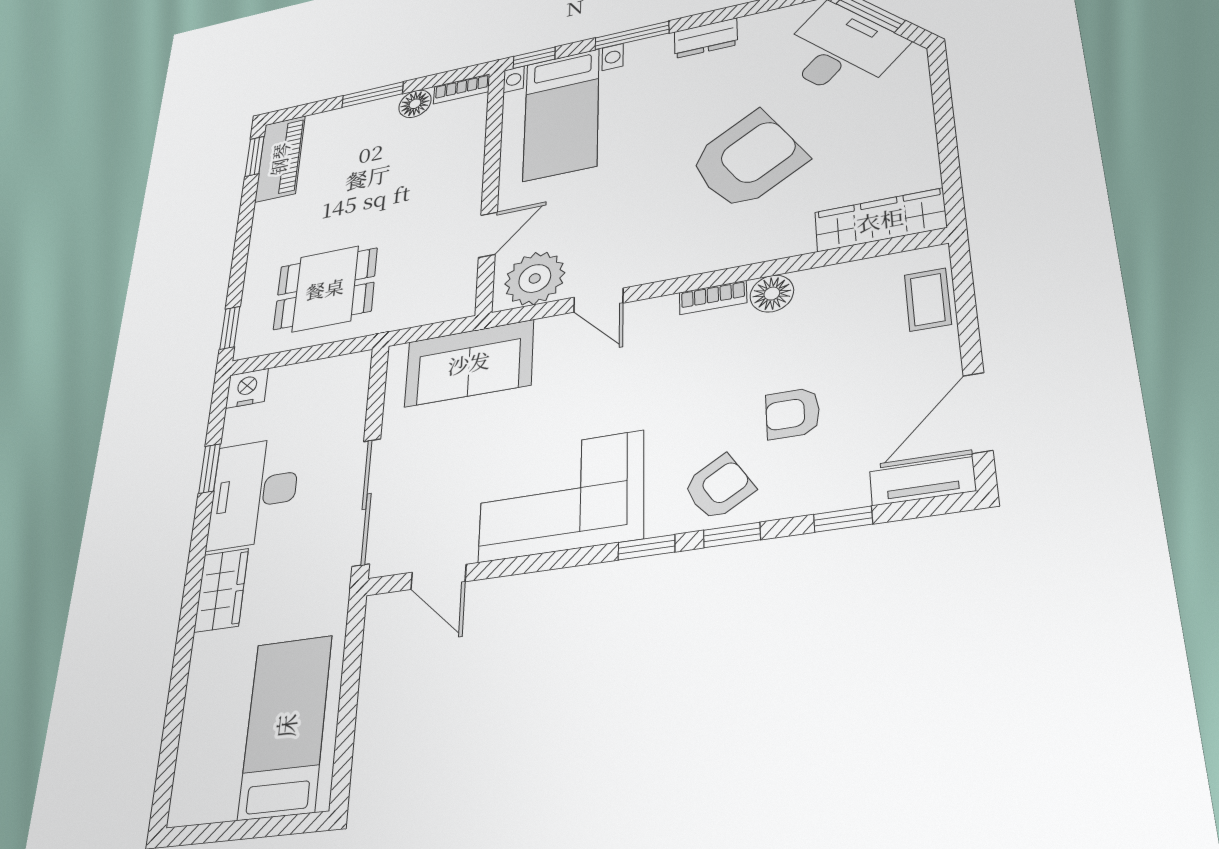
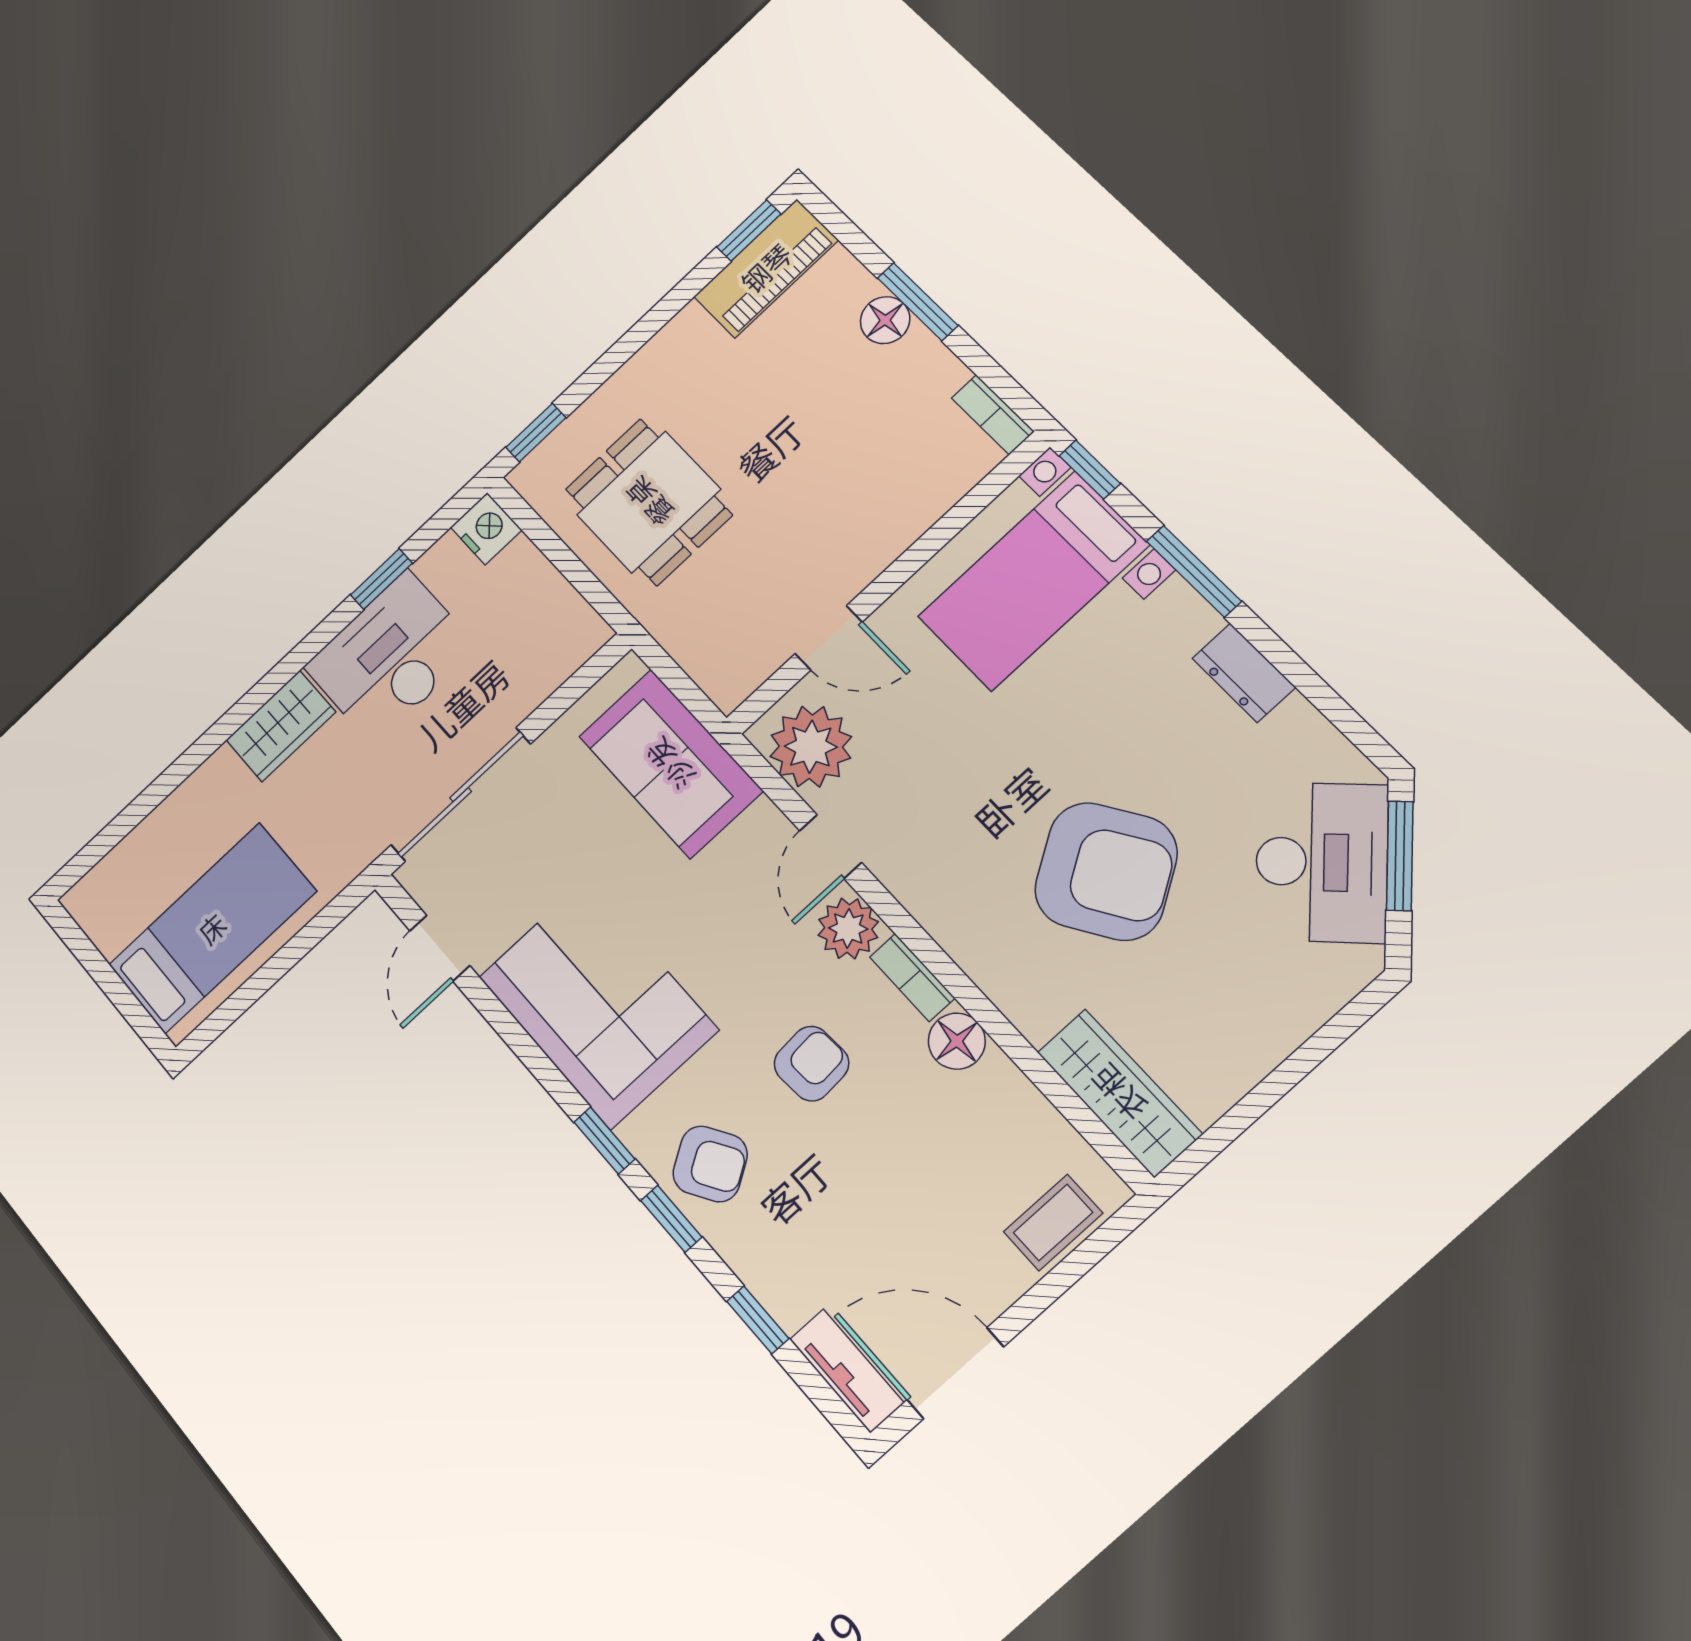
floor lamp: (415, 104) -> (885, 320), moved
plant: (653, 317) -> (848, 928), added
armchair: (793, 413) -> (811, 1064), moved, turned 86

